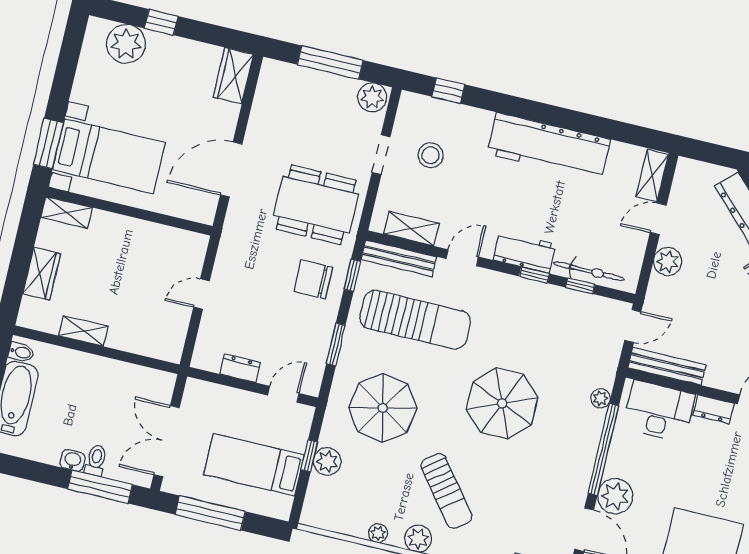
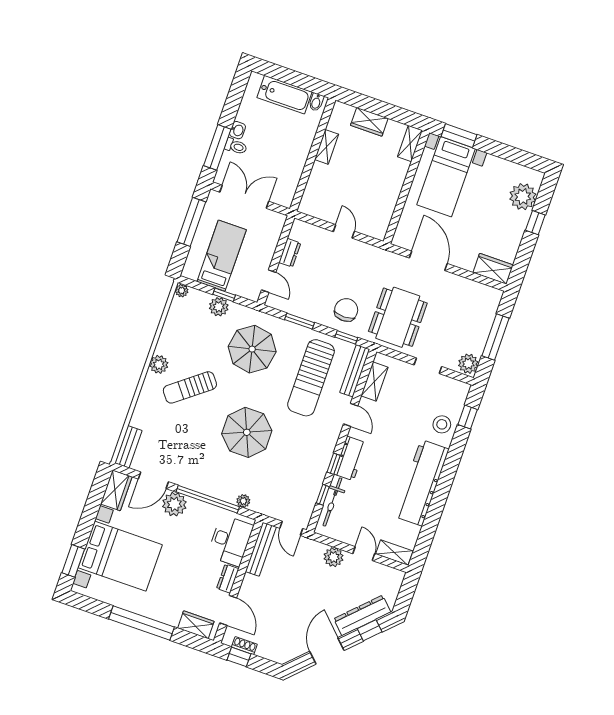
stool: (430, 155) -> (442, 424), moved
plant: (378, 533) -> (182, 291), moved

